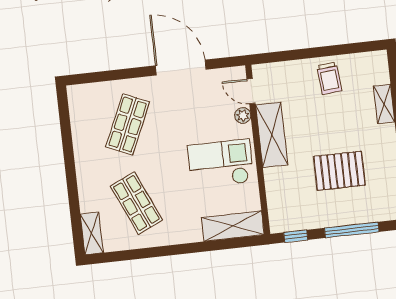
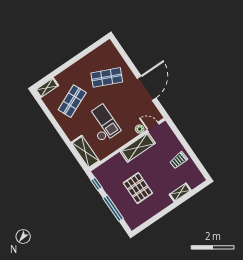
door: (251, 91) -> (153, 127), hinge flipped
checkout: (220, 164) -> (102, 124), moved

